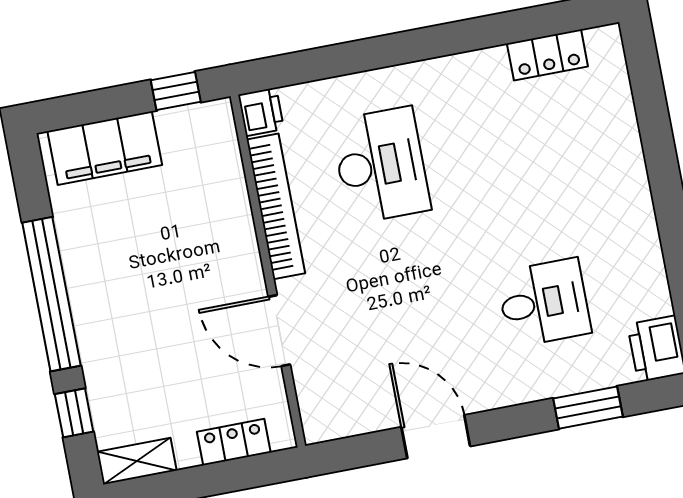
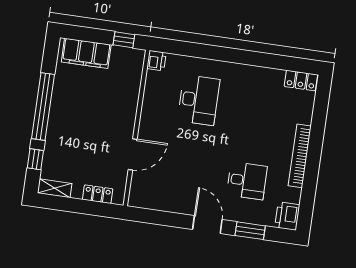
locker: (547, 55) -> (301, 81), moved
bookcase: (276, 206) -> (300, 156), moved, turned 180
door: (279, 331) -> (133, 154), swing flipped
door: (436, 437) -> (207, 224), moved

